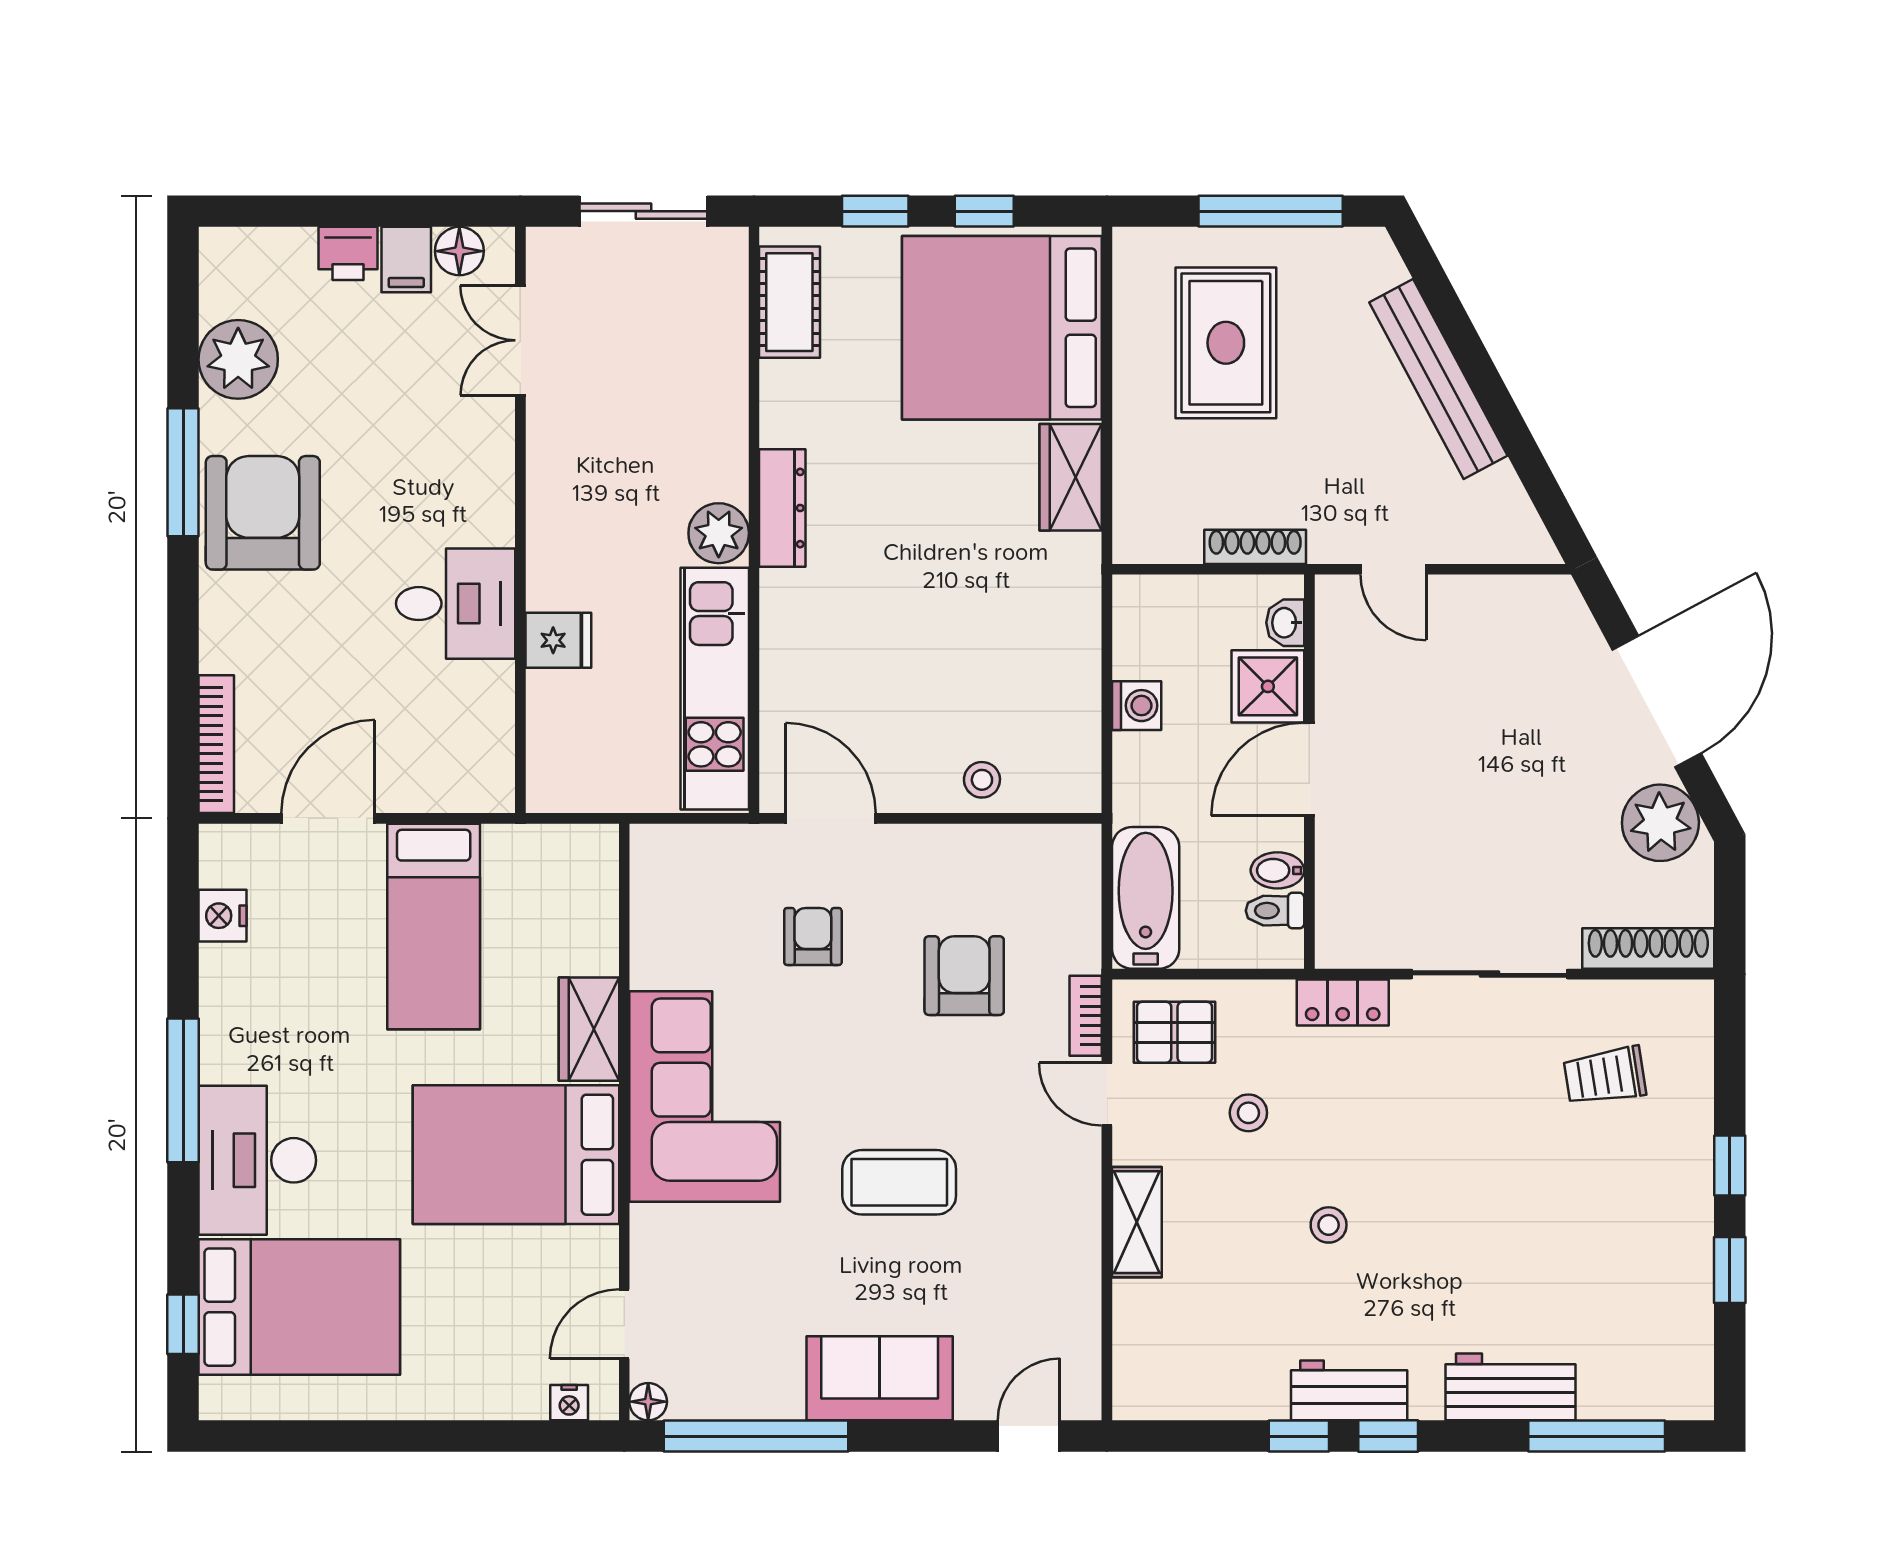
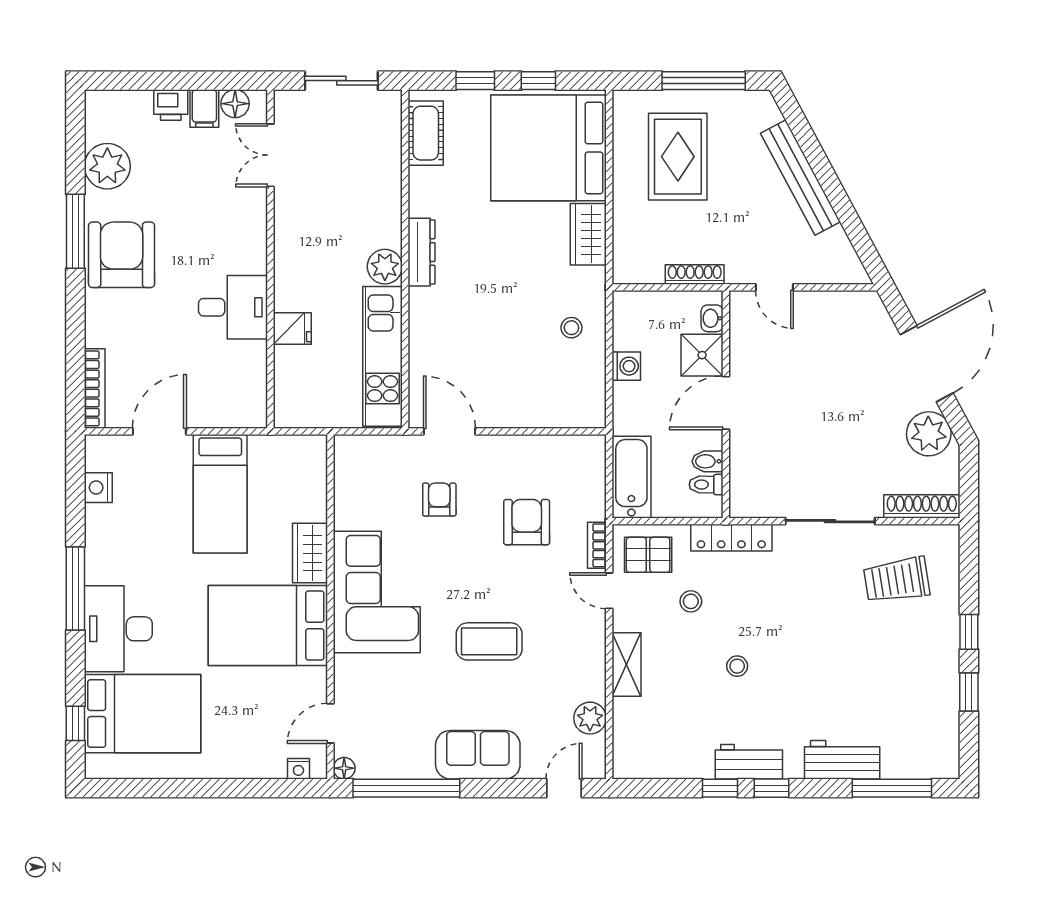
stool: (982, 780) -> (571, 328), moved
locker: (1343, 1002) -> (731, 538), width x1.53
trolley: (1605, 1076) -> (897, 580), width x1.36, depth x1.39
plant: (1074, 1315) -> (590, 718), added

